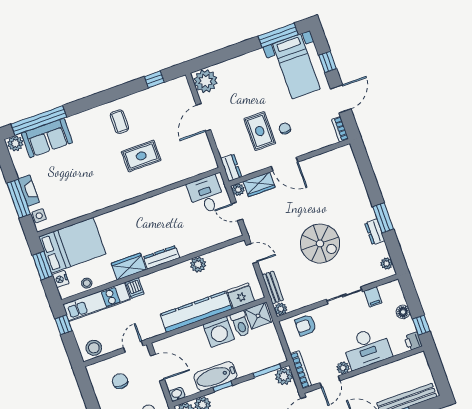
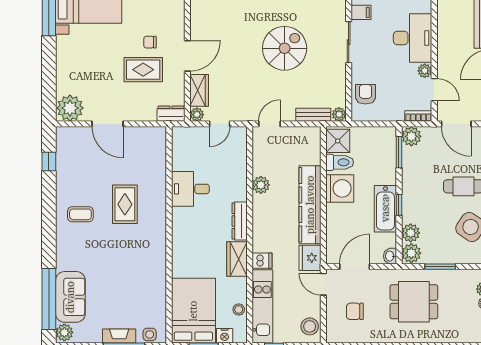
desk: (206, 195) -> (190, 189), moved
fridge: (241, 296) -> (310, 258), moved
armchair: (306, 325) -> (365, 94), turned 180
bookcase: (301, 370) -> (418, 116), width x0.64

